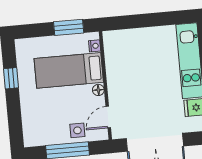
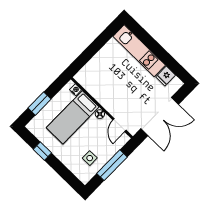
window: (69, 27) -> (40, 104), moved
side table: (77, 130) -> (90, 158), moved

